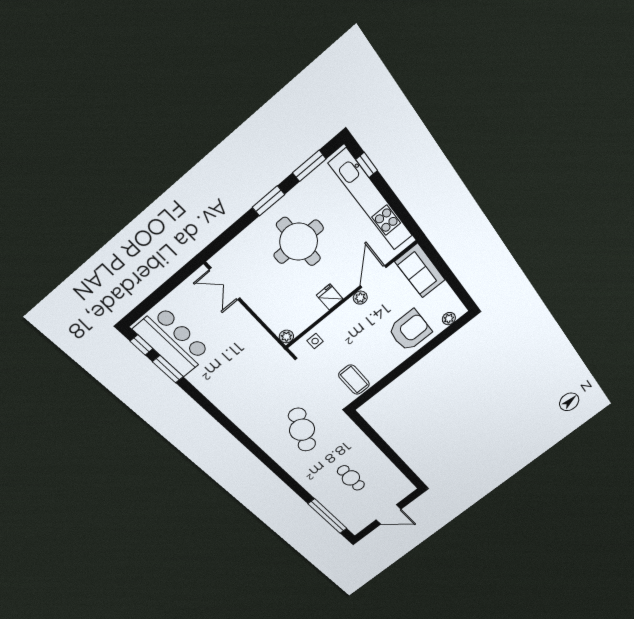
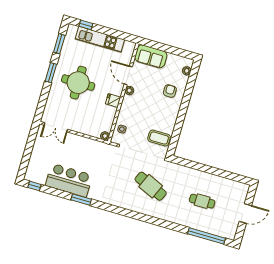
kitchen unit: (371, 200) -> (100, 39), width x0.73
armchair: (410, 331) -> (170, 91), width x0.53, depth x0.53
bar counter: (173, 341) -> (69, 180), moved
window: (168, 369) -> (81, 200), moved

